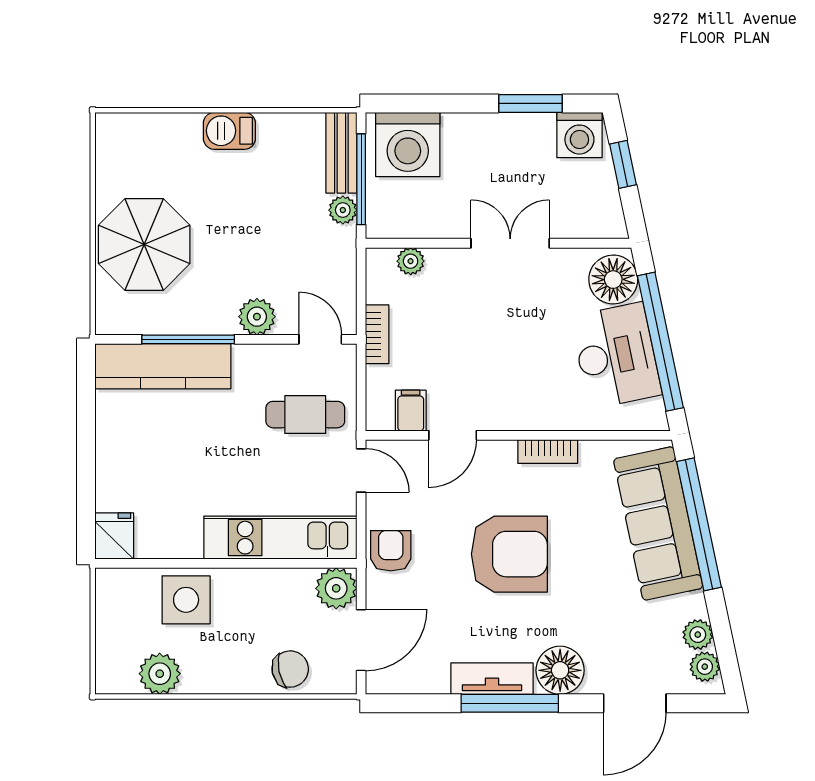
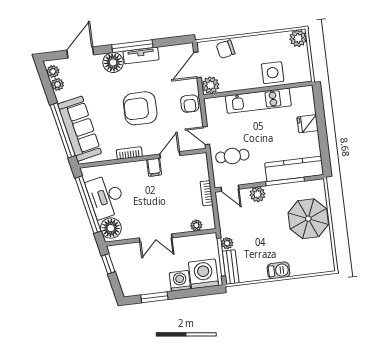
washing machine: (579, 135) -> (180, 281), moved
window: (623, 164) -> (108, 264), moved
filing cabinet: (411, 411) -> (154, 167), moved
fridge: (114, 536) -> (308, 124), moved, turned 90
kitchen unit: (280, 538) -> (258, 101), moved
plant: (160, 674) -> (298, 38), moved

